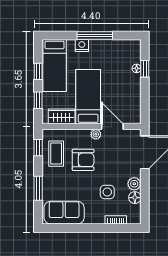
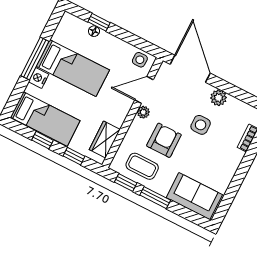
bed: (88, 97) -> (73, 68), moved, turned 180
side table: (133, 112) -> (140, 60), added
window: (38, 188) -> (155, 198), moved
side table: (107, 192) -> (201, 125), moved
floor lamp: (135, 198) -> (234, 105), removed
sofa: (64, 213) -> (194, 196), moved, turned 90

